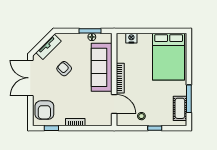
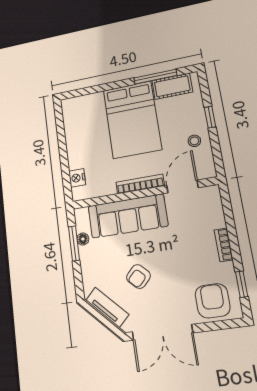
bed: (169, 57) -> (132, 120), moved, turned 90
armchair: (44, 110) -> (213, 301), turned -90

